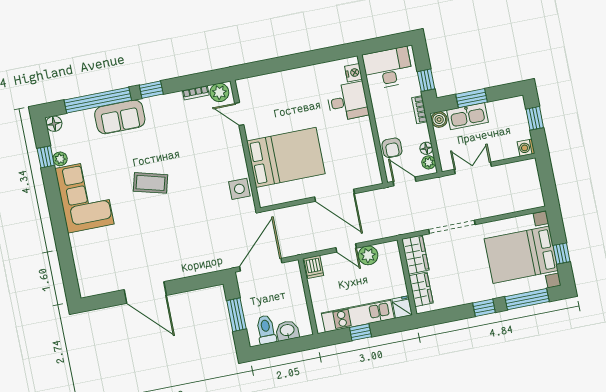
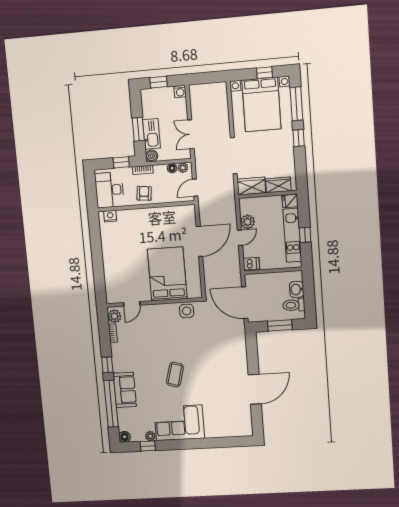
desk: (348, 101) -> (131, 223), removed
armchair: (392, 148) -> (144, 193), moved, turned -84

